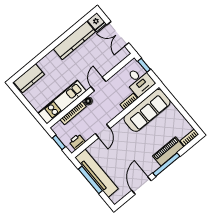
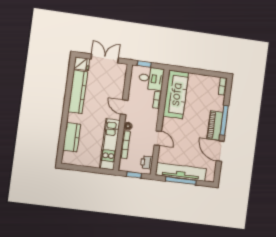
double door: (118, 34) -> (105, 58), swing flipped
kitchen counter: (29, 78) -> (72, 137), moved
piano: (168, 151) -> (215, 126), moved

